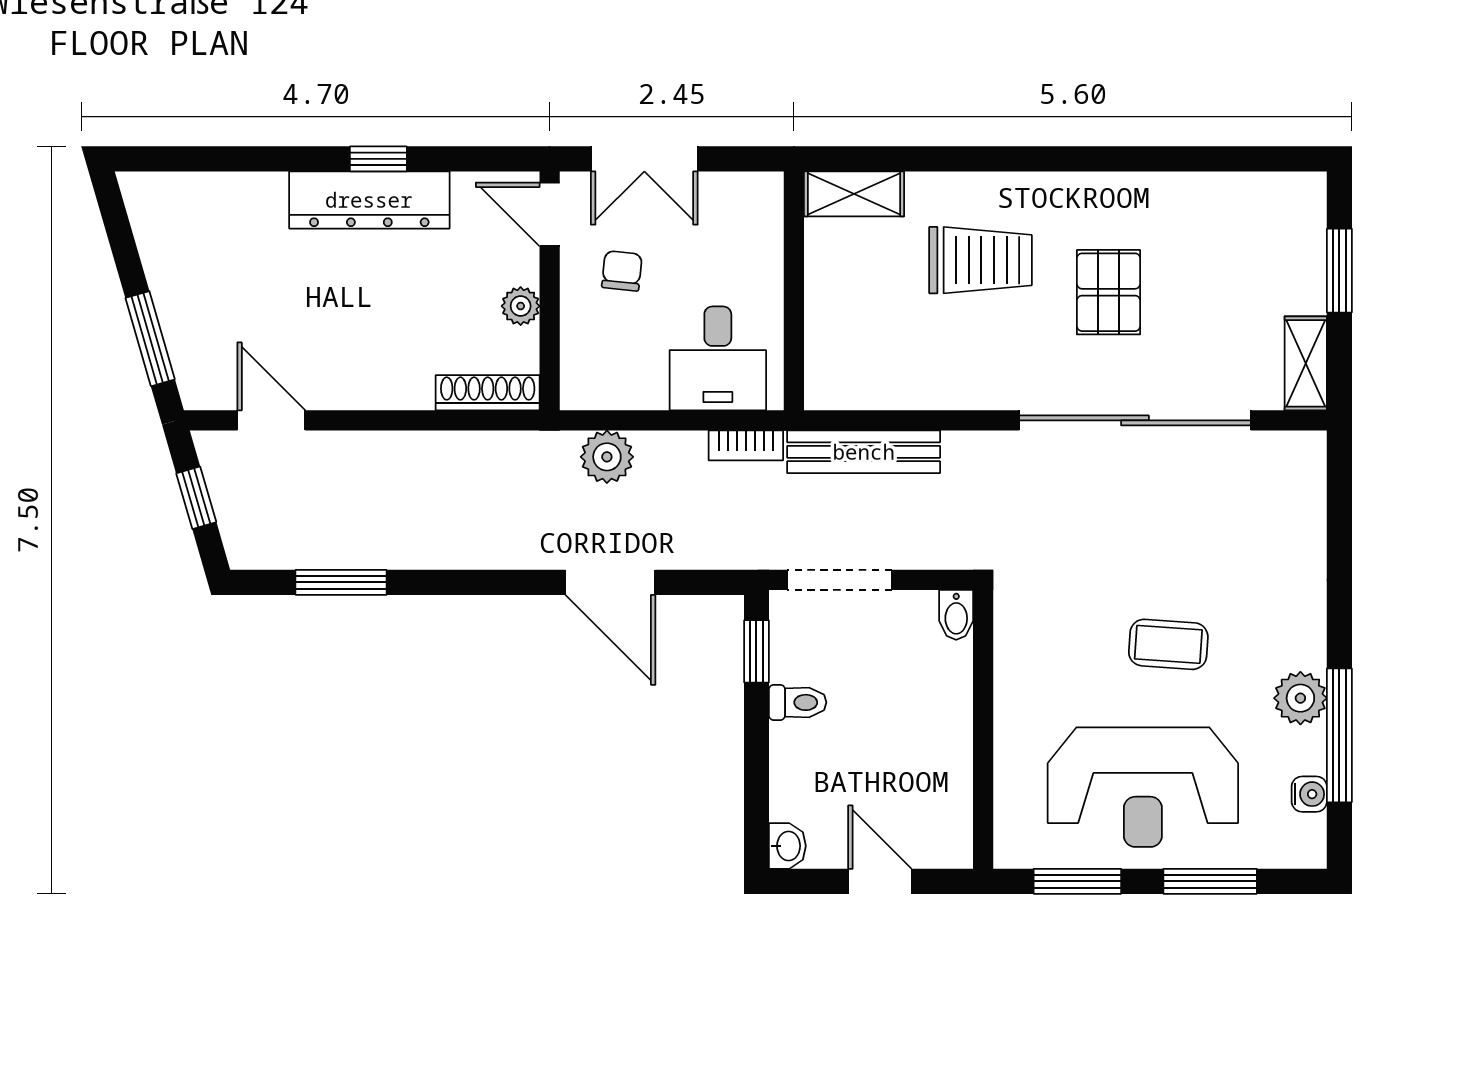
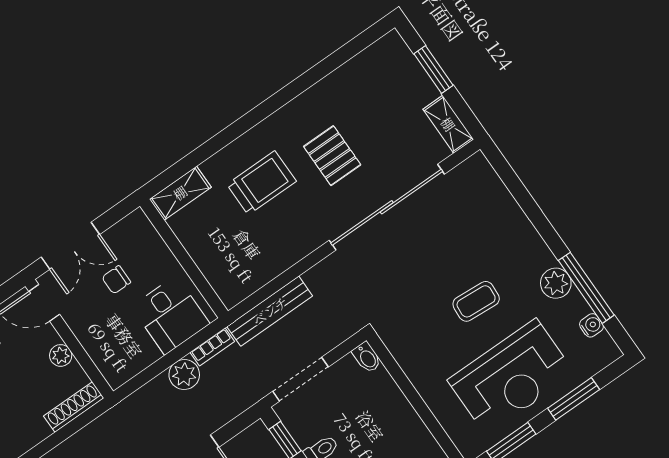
chair: (622, 271) -> (116, 280), moved, turned -96
plant: (607, 457) -> (184, 374), moved

